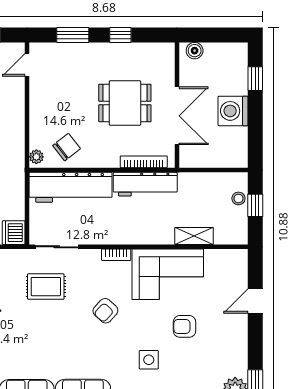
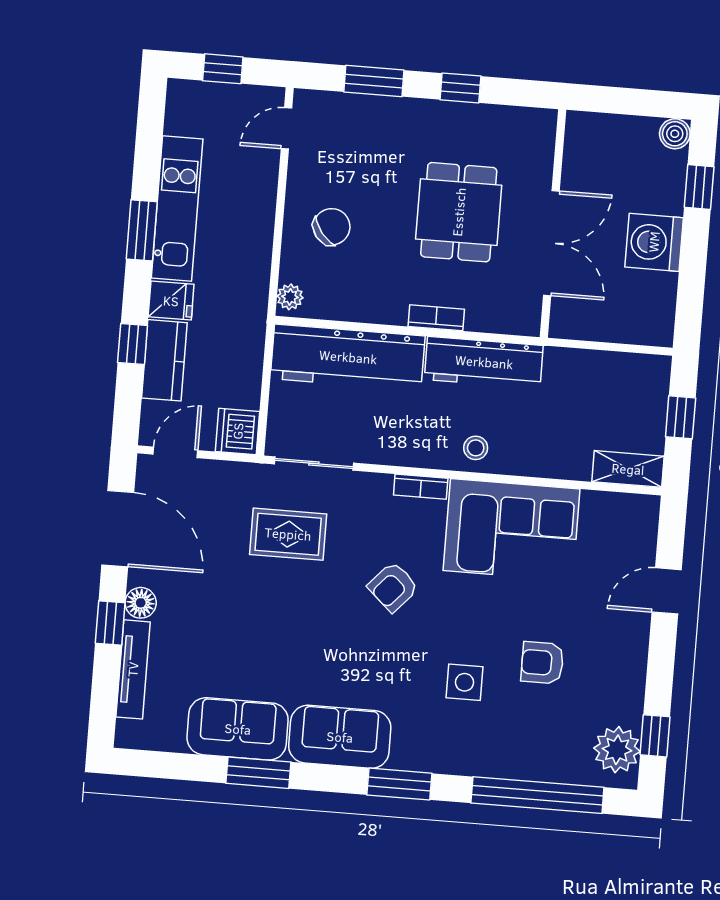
boiler: (195, 51) -> (675, 134), moved
dining table: (125, 103) -> (459, 212), turned 90
chair: (67, 147) -> (332, 227), moved
bookcase: (144, 162) -> (436, 318), moved, width x0.64
stool: (238, 198) -> (476, 448), moved
shelving: (194, 236) -> (628, 469), moved
armchair: (185, 326) -> (542, 663), moved

